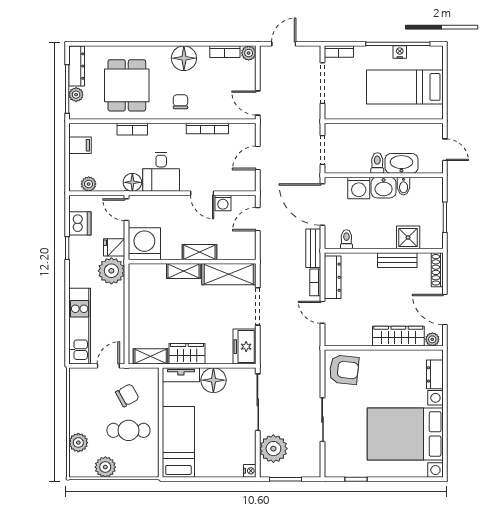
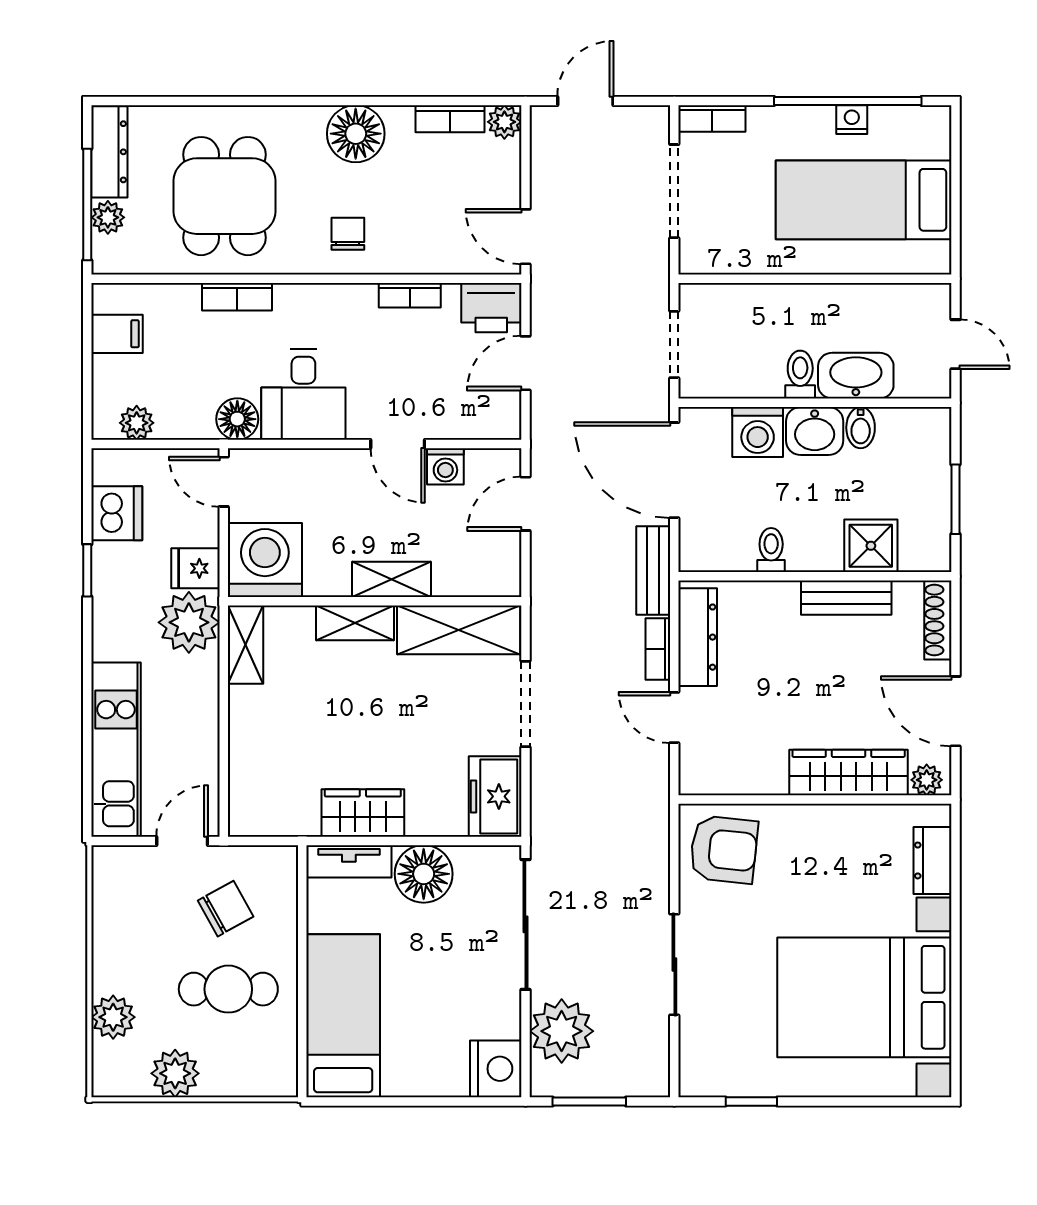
bookcase: (207, 128) -> (410, 295), width x0.64
printer: (243, 134) -> (491, 308), added
toilet: (346, 239) -> (771, 550), moved
shelving: (151, 356) -> (245, 645), moved, turned 90
nightstand: (250, 471) -> (496, 1069), width x1.89, depth x1.79

